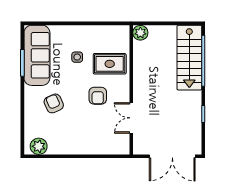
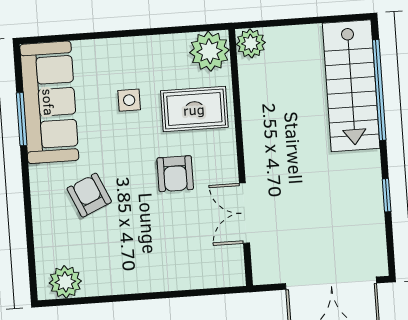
plant: (119, 35) -> (209, 51), added

